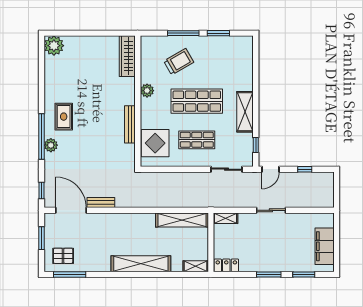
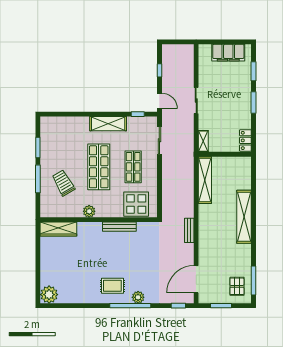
bench: (101, 202) -> (189, 230), moved
shelving: (196, 266) -> (246, 168), removed

